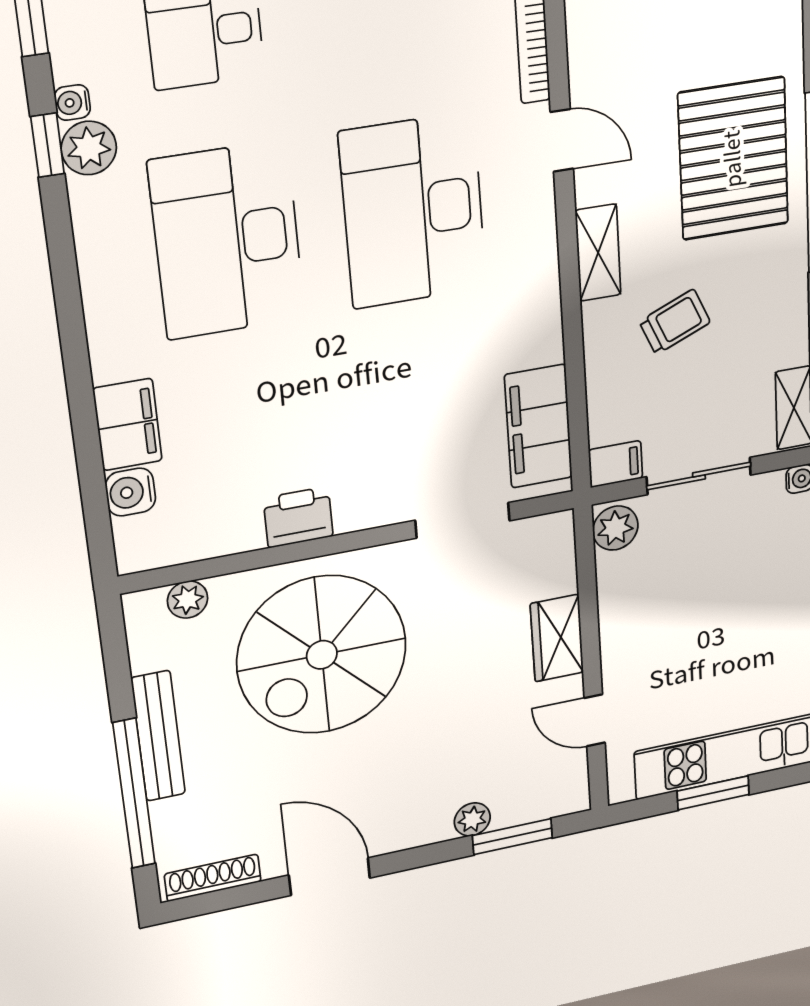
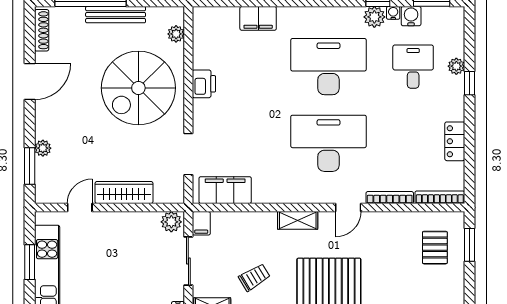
trolley: (675, 322) -> (254, 277), moved, turned -98
water cooler: (130, 492) -> (411, 16), moved
wardrobe: (557, 638) -> (124, 192), width x1.50
spiral stairs: (322, 655) -> (138, 88), turned -90

